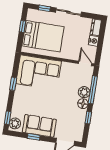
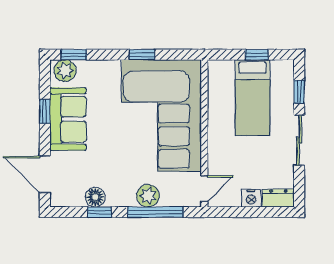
bed: (43, 36) -> (253, 98), width x0.67
corner sofa: (39, 72) -> (161, 116), width x1.36, depth x1.36
floor lamp: (83, 104) -> (95, 197), moved

